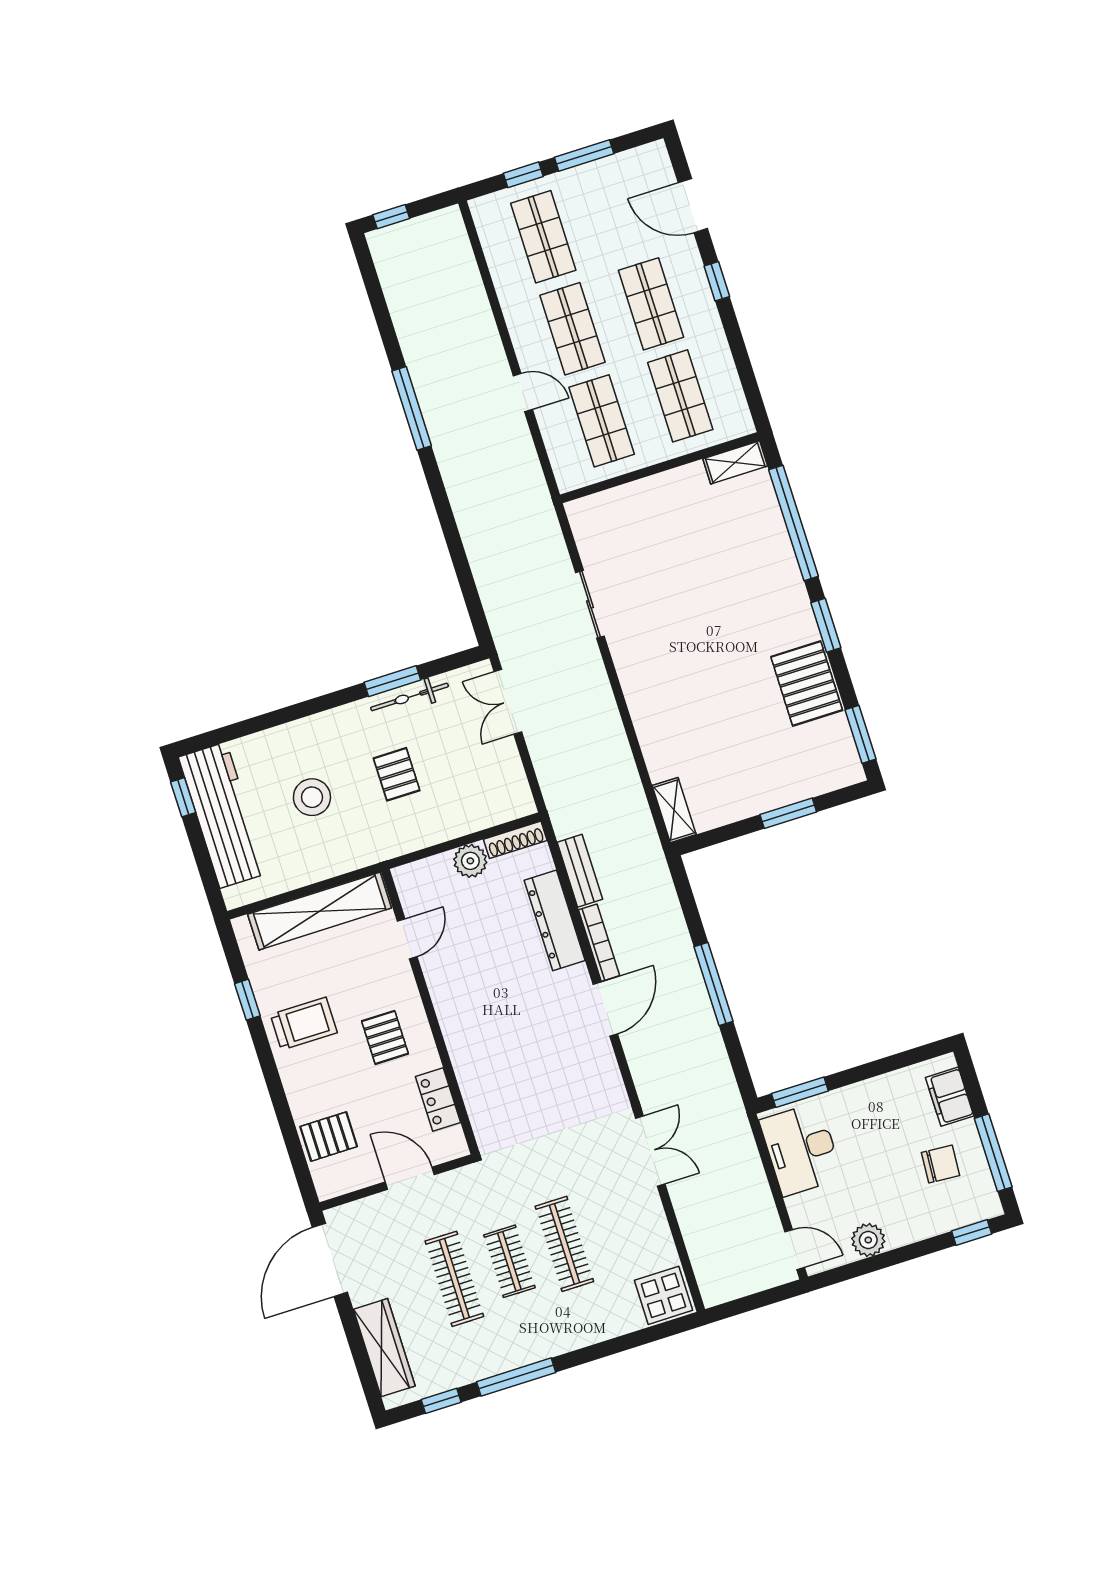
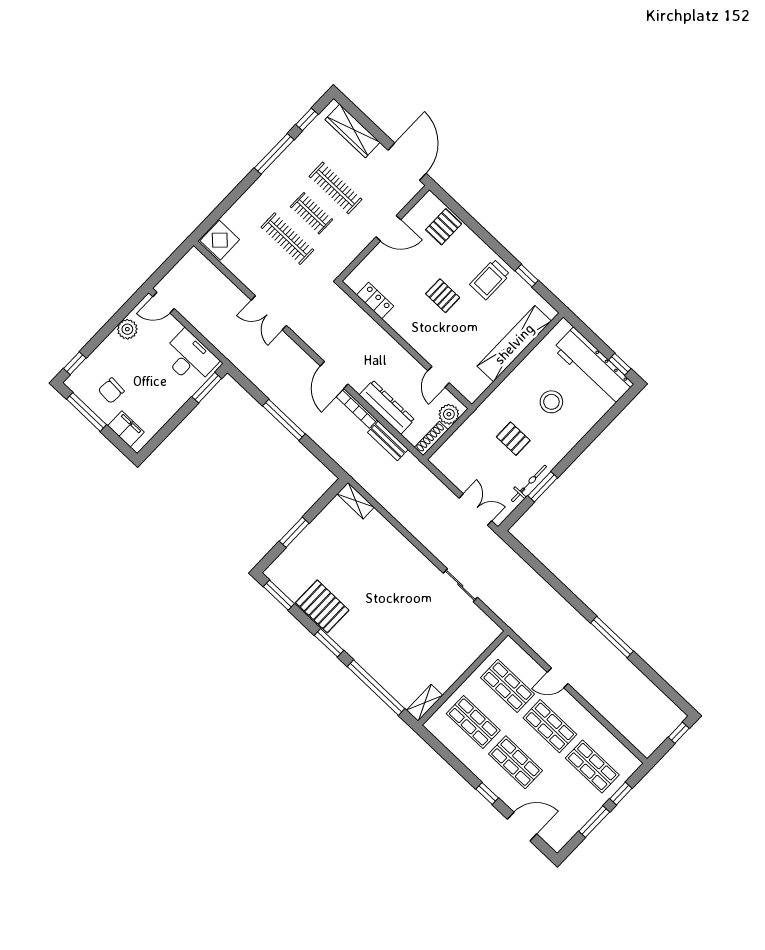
door: (407, 939) -> (438, 377), moved
wall: (430, 1012) -> (405, 345), moved
locker: (438, 1100) -> (375, 301), moved

